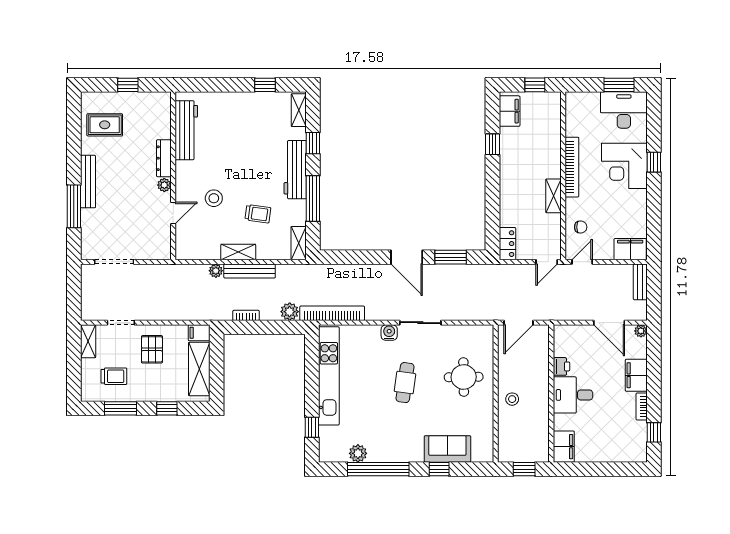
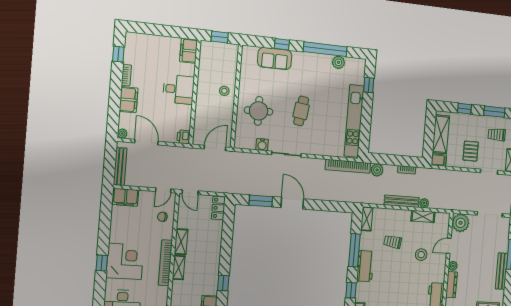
shelving: (554, 162) -> (179, 268), added
workbench: (295, 170) -> (365, 266), width x0.73
plant: (158, 247) -> (461, 223), added
shelving: (238, 252) -> (423, 216), moved
door: (547, 262) -> (190, 192), swing flipped
bench: (640, 282) -> (120, 166), width x1.36
water cooler: (389, 333) -> (262, 145), moved
printer: (561, 366) -> (183, 137), moved

